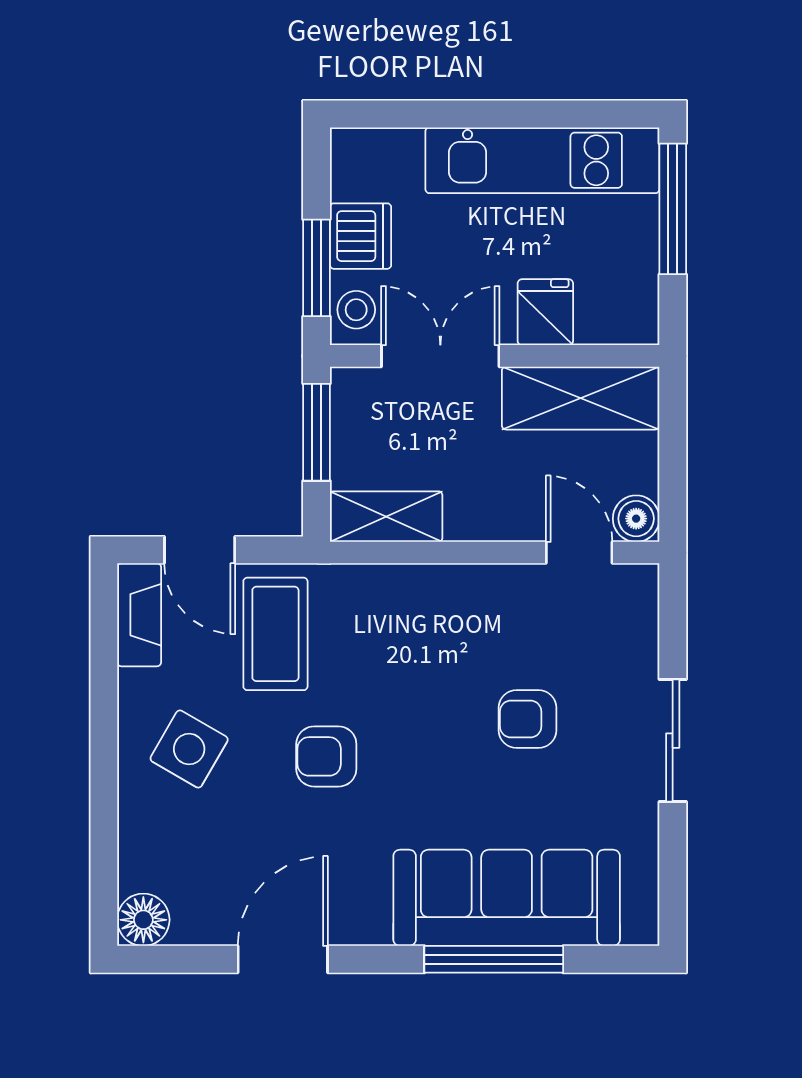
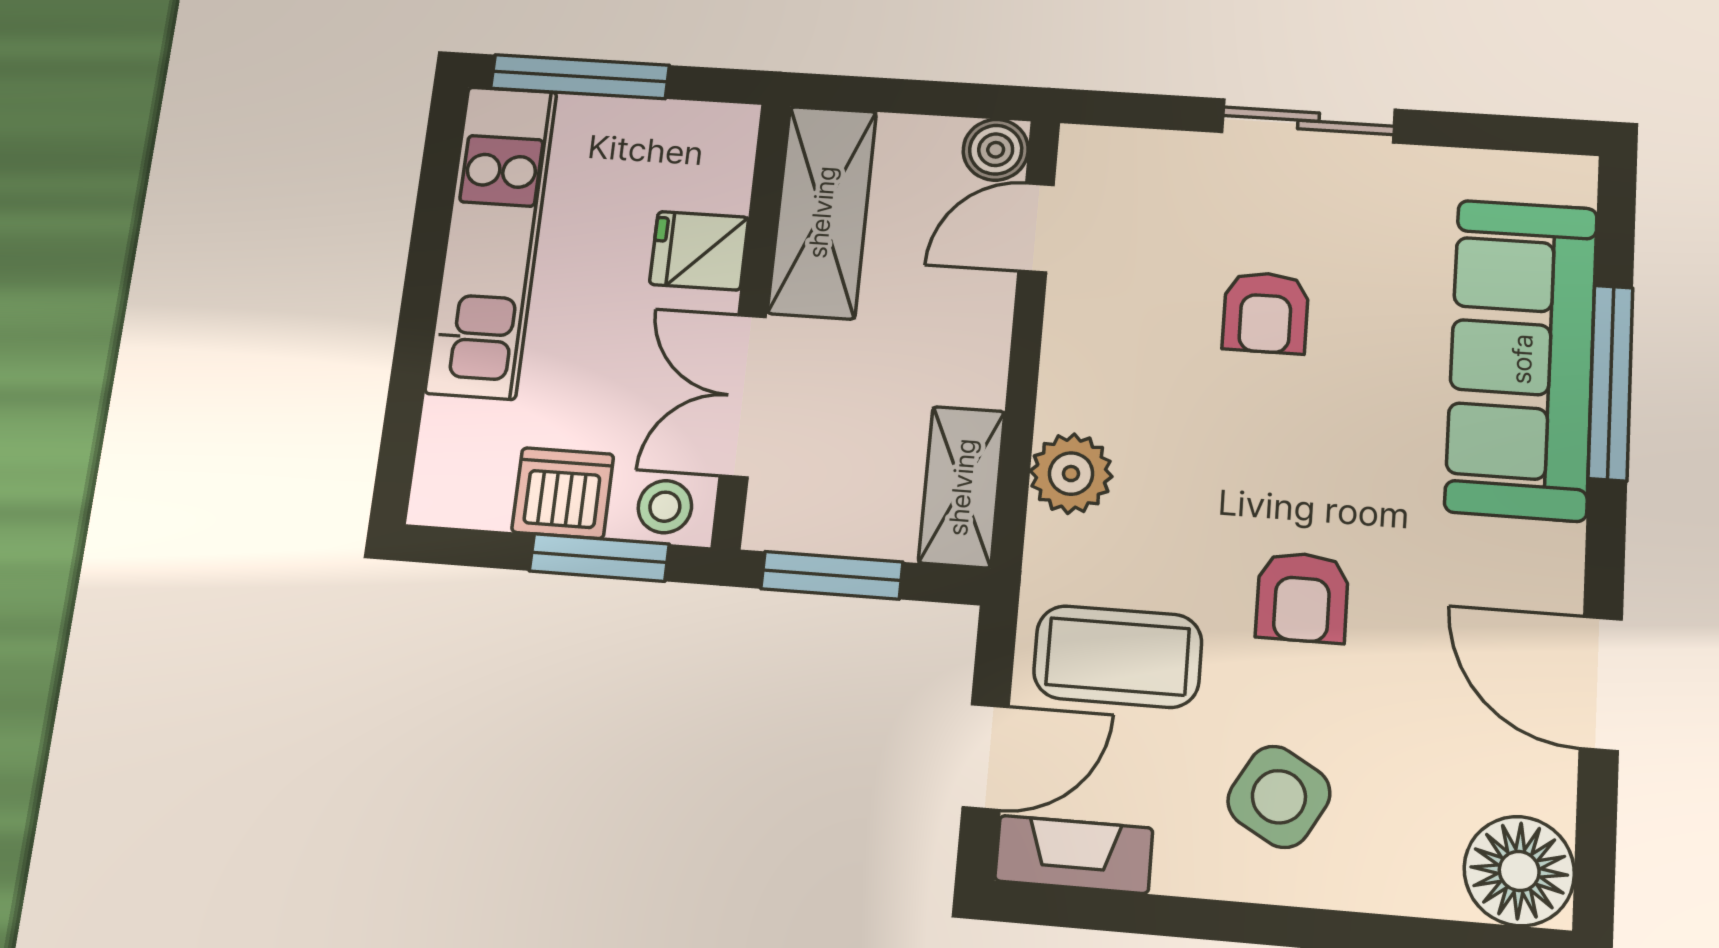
plant: (401, 592) -> (1071, 474), added
floor lamp: (143, 920) -> (1519, 871), width x1.38, depth x1.38

